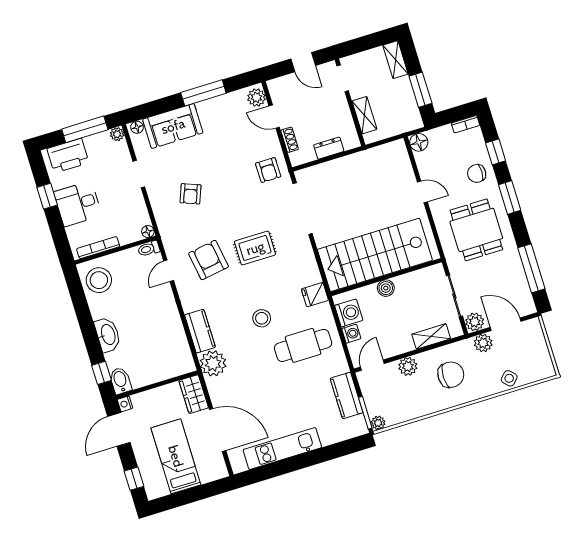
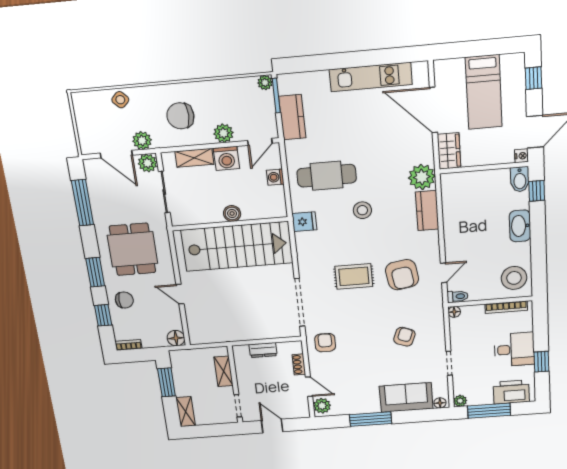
washing machine: (349, 313) -> (226, 158), moved, turned -90

